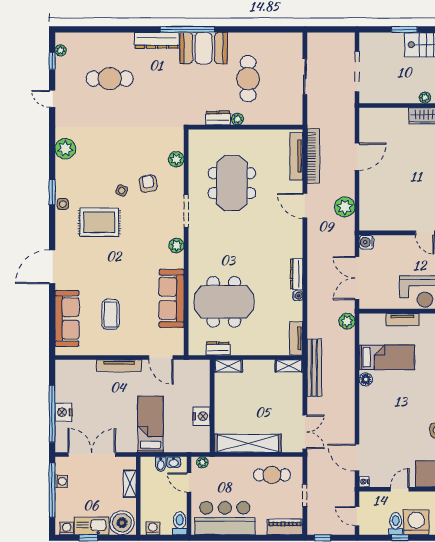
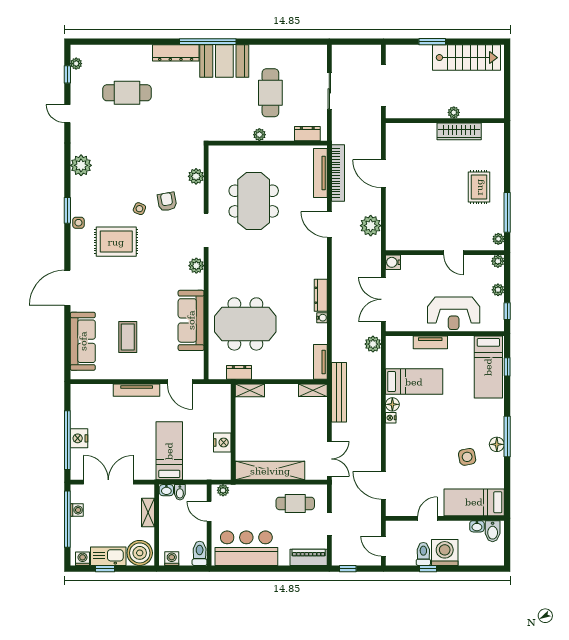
dresser: (218, 118) -> (307, 134), moved
door: (357, 157) -> (383, 174), swing flipped
washbasin: (174, 462) -> (166, 490), moved
nightstand: (364, 482) -> (391, 418), moved

